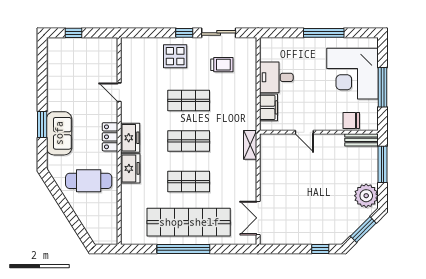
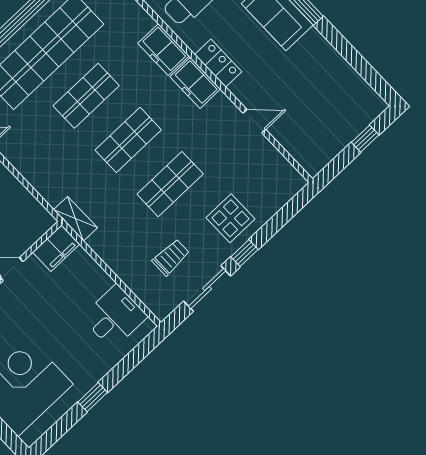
window: (324, 33) -> (93, 397), width x0.46
trolley: (222, 65) -> (171, 257), turned 180
desk: (276, 77) -> (115, 317), moved
filing cabinet: (269, 107) -> (56, 248), moved, turned -90
shelving: (250, 145) -> (75, 219), moved

